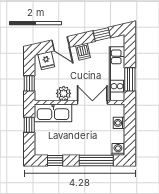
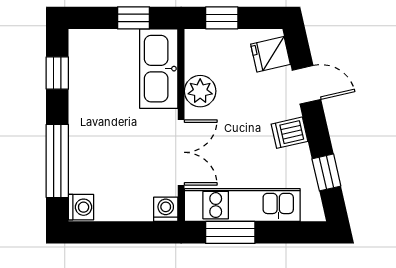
door: (61, 44) -> (306, 85), swing flipped
washing machine: (119, 123) -> (166, 209), moved

